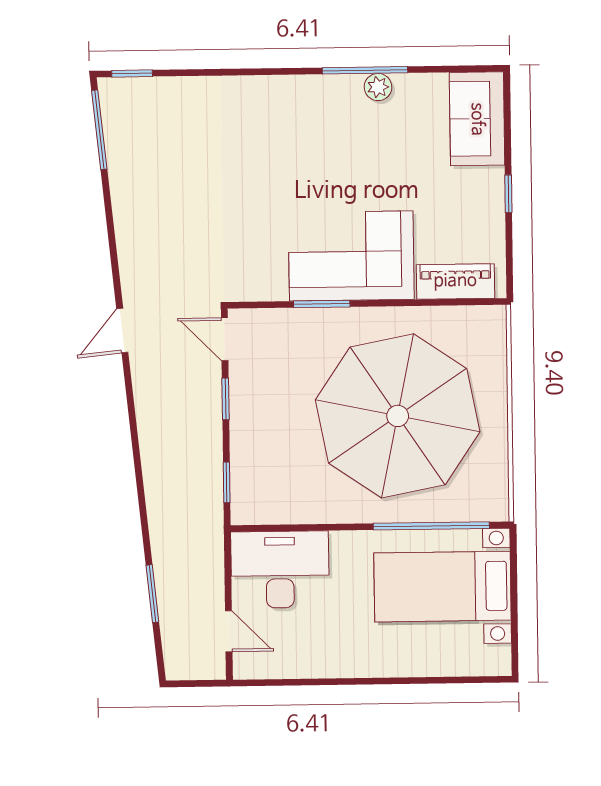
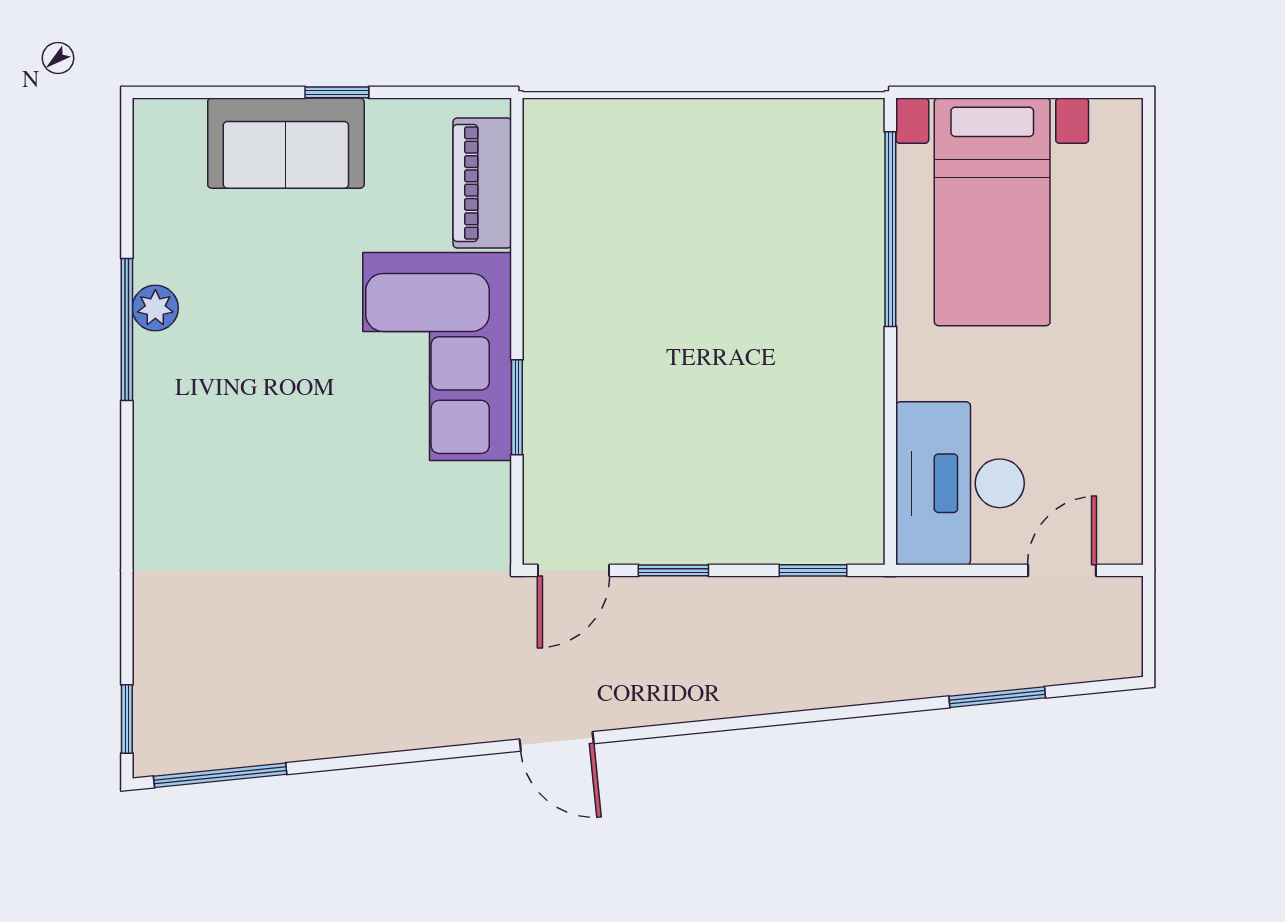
sofa: (477, 119) -> (286, 143), moved
parasol: (398, 416) -> (706, 283), removed

